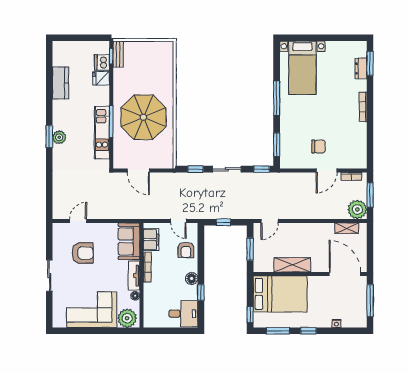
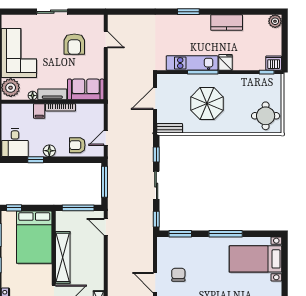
bench: (118, 54) -> (170, 128), moved
round table: (156, 57) -> (266, 116), added
dishwasher: (102, 62) -> (274, 63), moved
fridge: (101, 78) -> (226, 62), moved
kitchen counter: (61, 83) -> (227, 23), moved
parasol: (143, 117) -> (207, 104), width x0.73, depth x0.73
plant: (59, 137) -> (275, 21), moved
chair: (319, 147) -> (178, 275), turned 180
window: (223, 222) -> (104, 182), width x2.17
filing cabinet: (151, 240) -> (39, 111), moved, width x0.50
window: (250, 249) -> (78, 208), width x1.44
shelving: (292, 265) -> (63, 257), width x1.47

